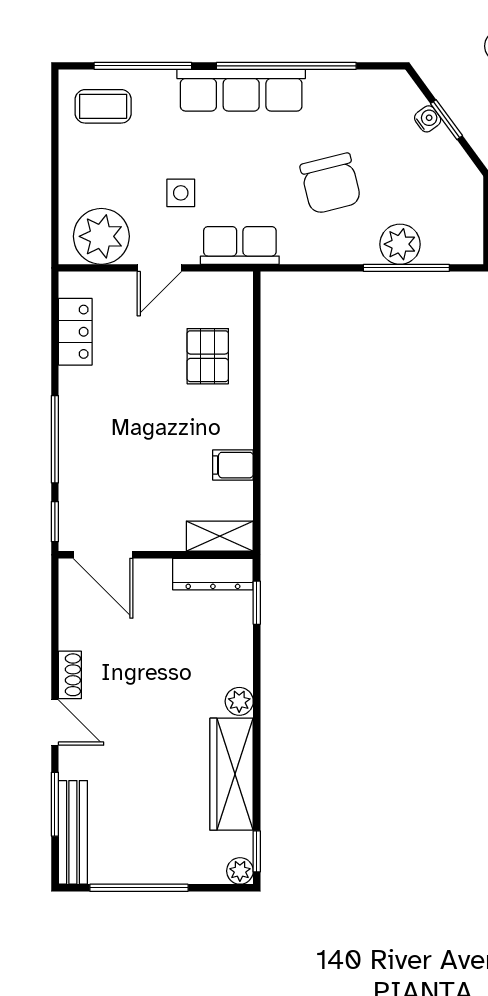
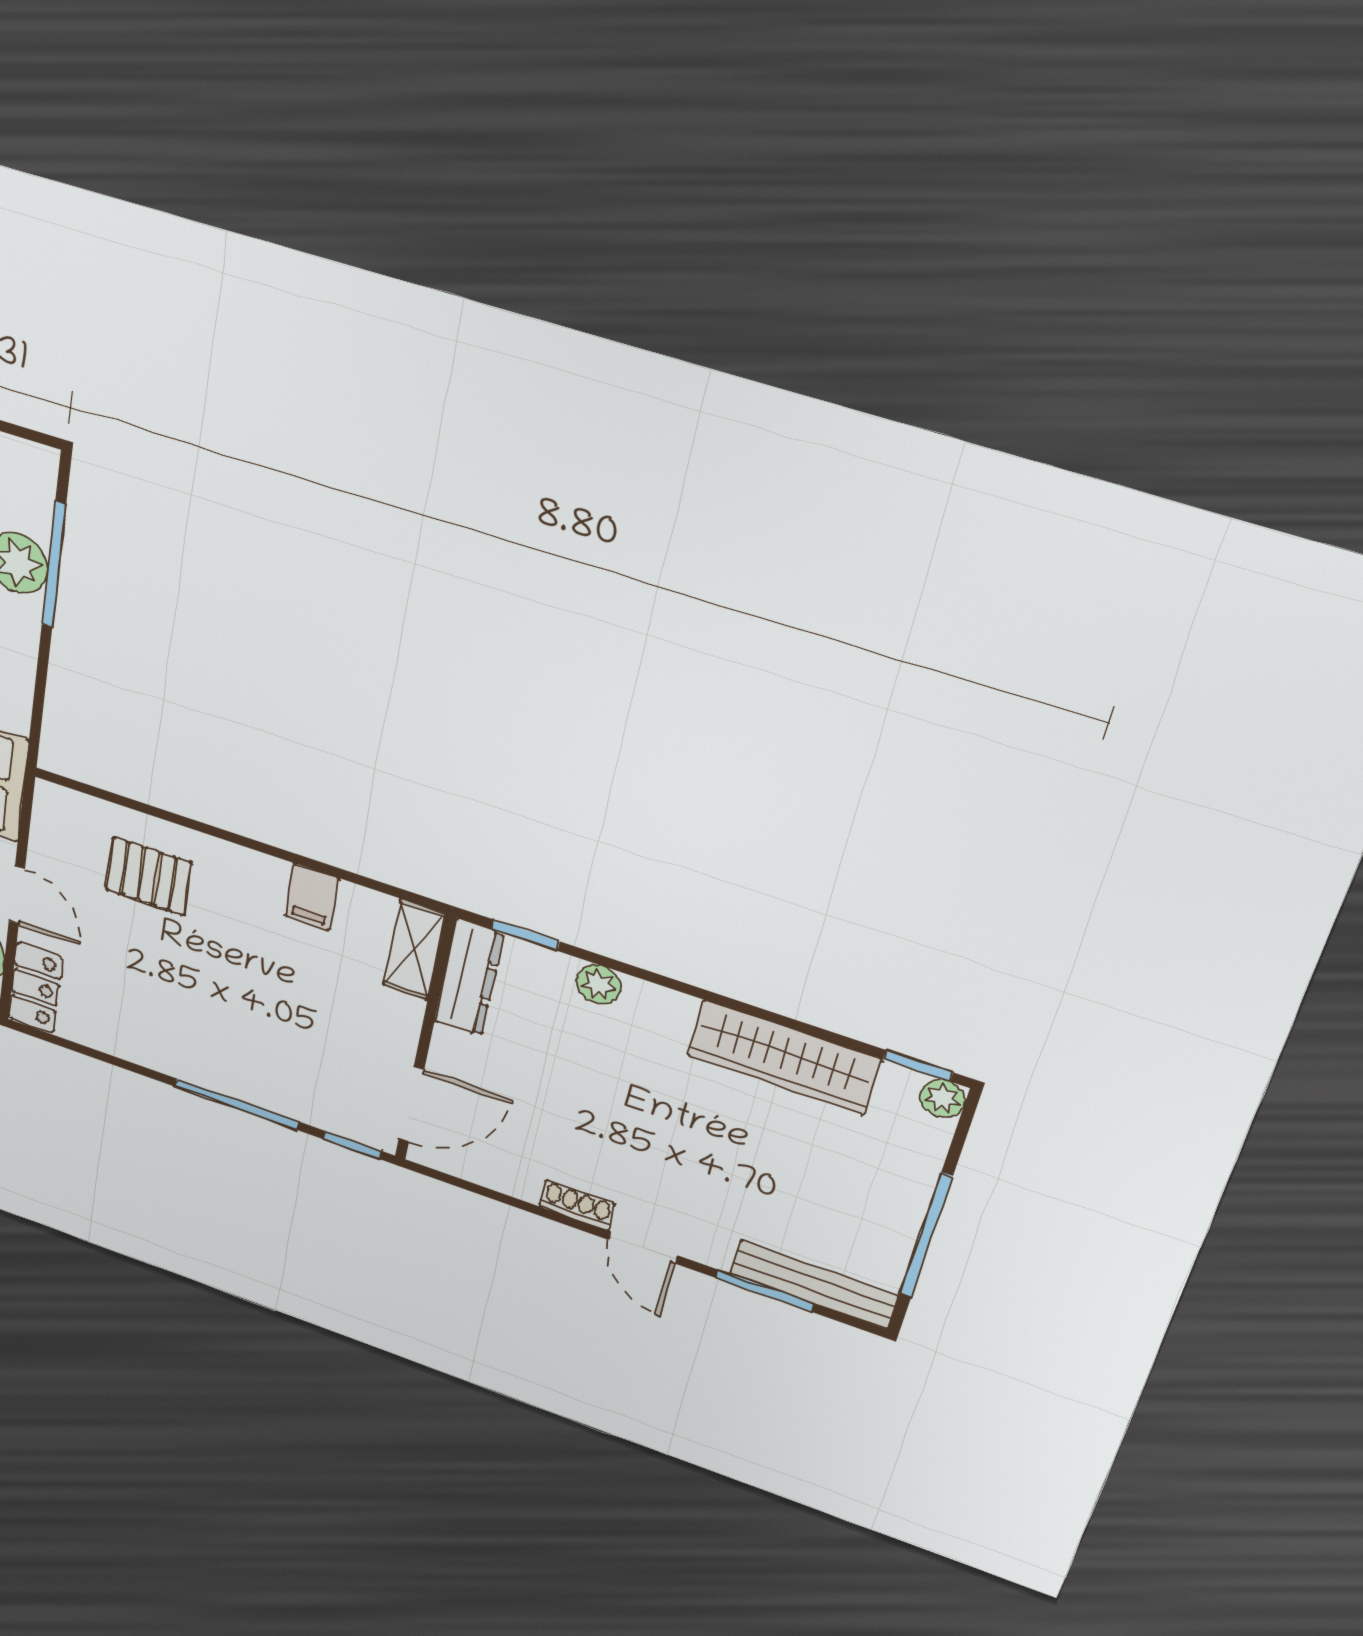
locker: (75, 332) -> (35, 987), moved, turned 90
plant: (239, 701) -> (599, 984), moved
door: (55, 723) -> (643, 1248), swing flipped

